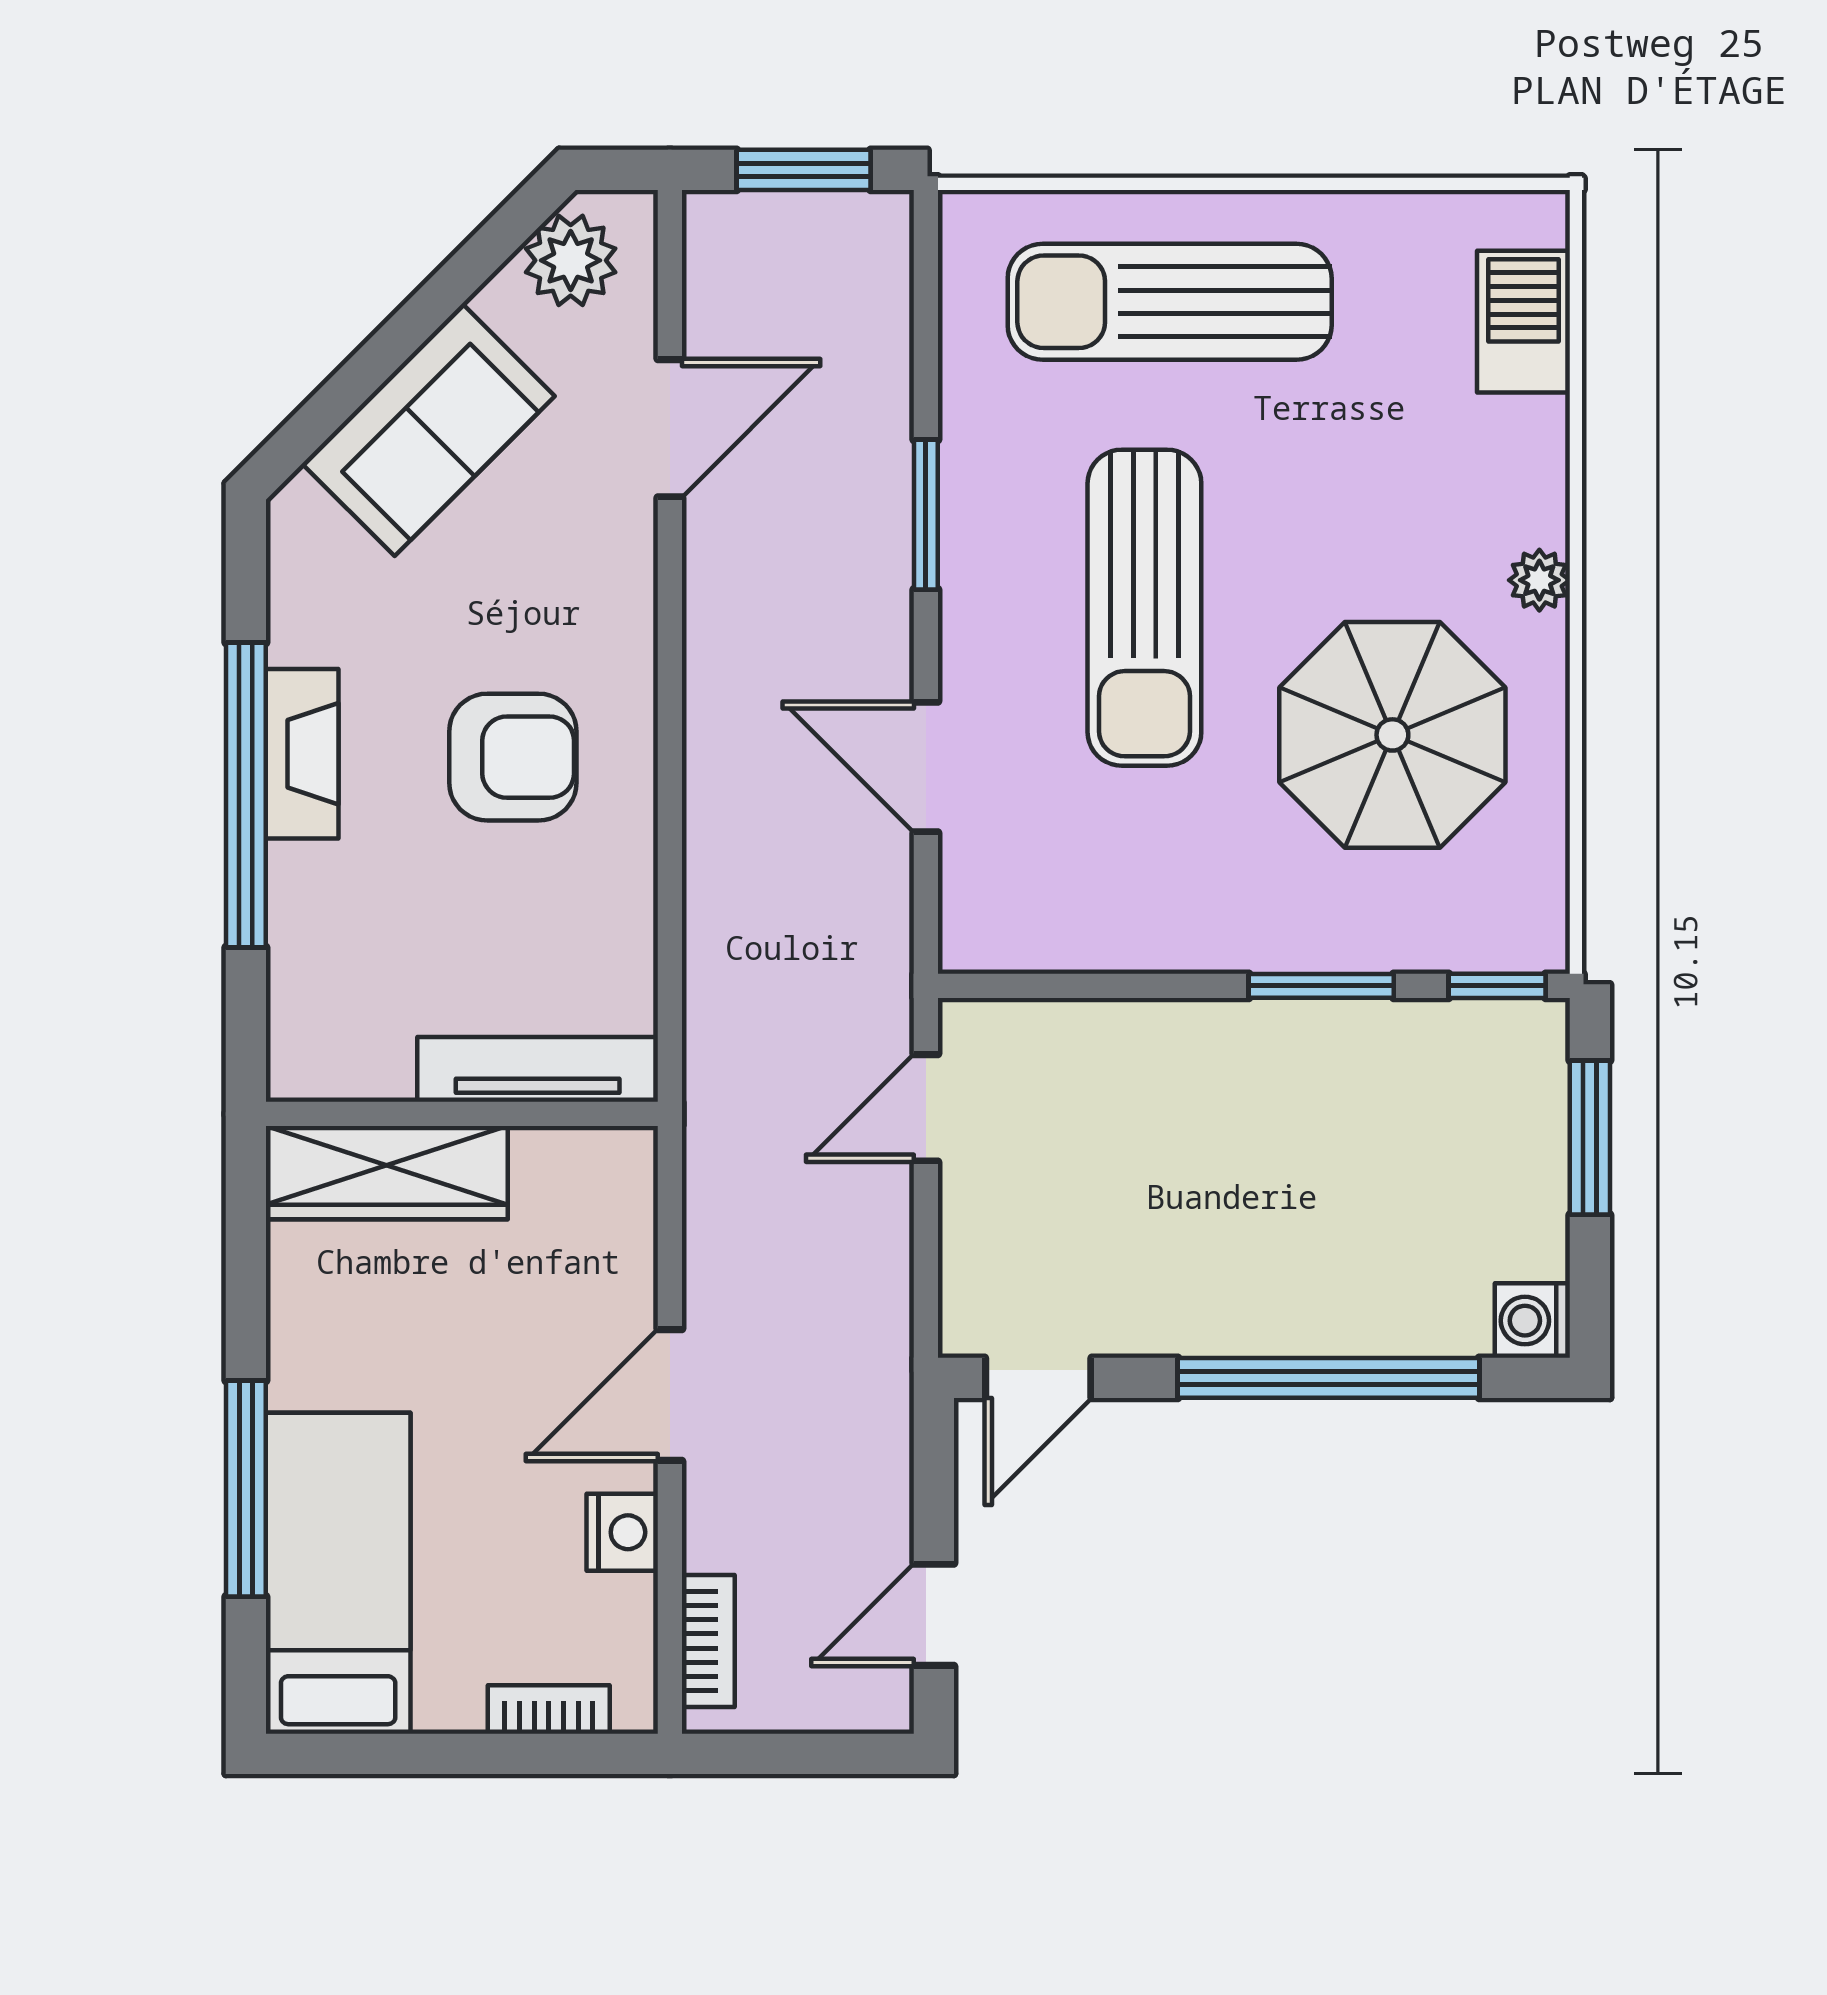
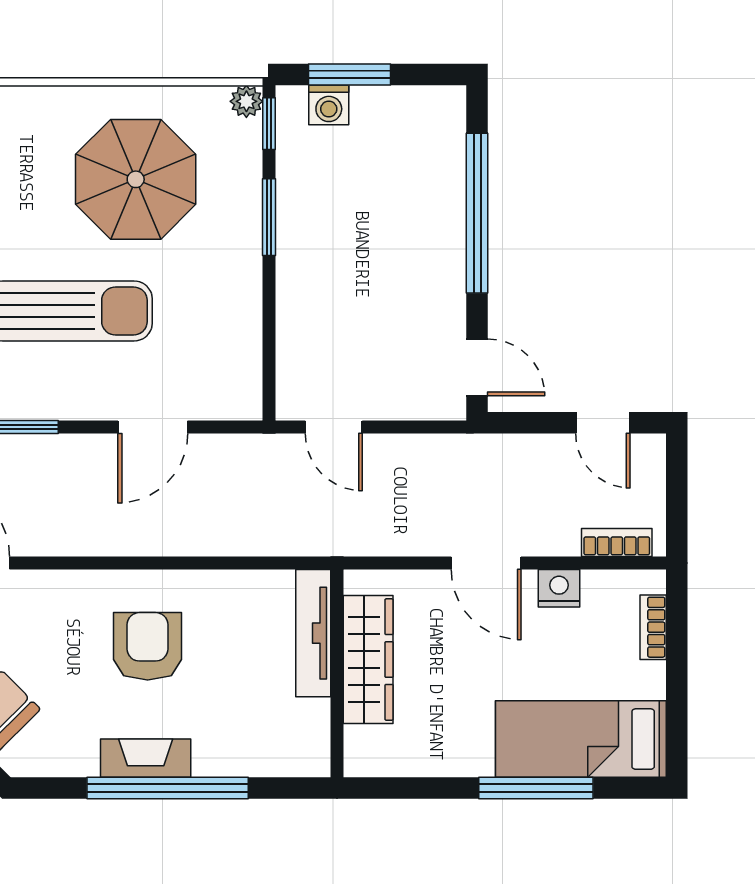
plant: (1539, 580) -> (246, 101), moved
wardrobe: (387, 1173) -> (368, 660), moved
washing machine: (1532, 1321) -> (329, 105), moved

